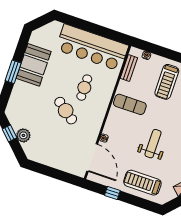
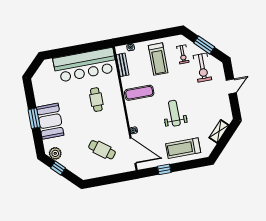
booth: (34, 65) -> (50, 121), moved
cafe table: (66, 111) -> (102, 150), moved
plant: (23, 135) -> (55, 153), moved

